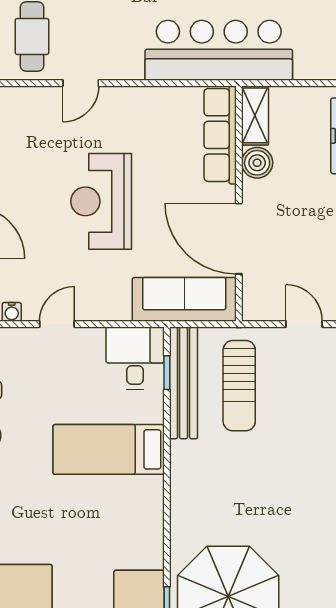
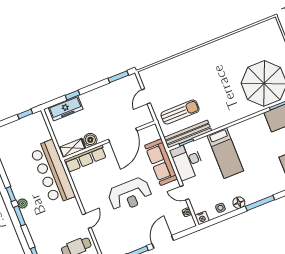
door: (81, 83) -> (87, 221), hinge flipped
sofa: (184, 299) -> (161, 162), moved
desk: (135, 358) -> (187, 161), width x1.37

